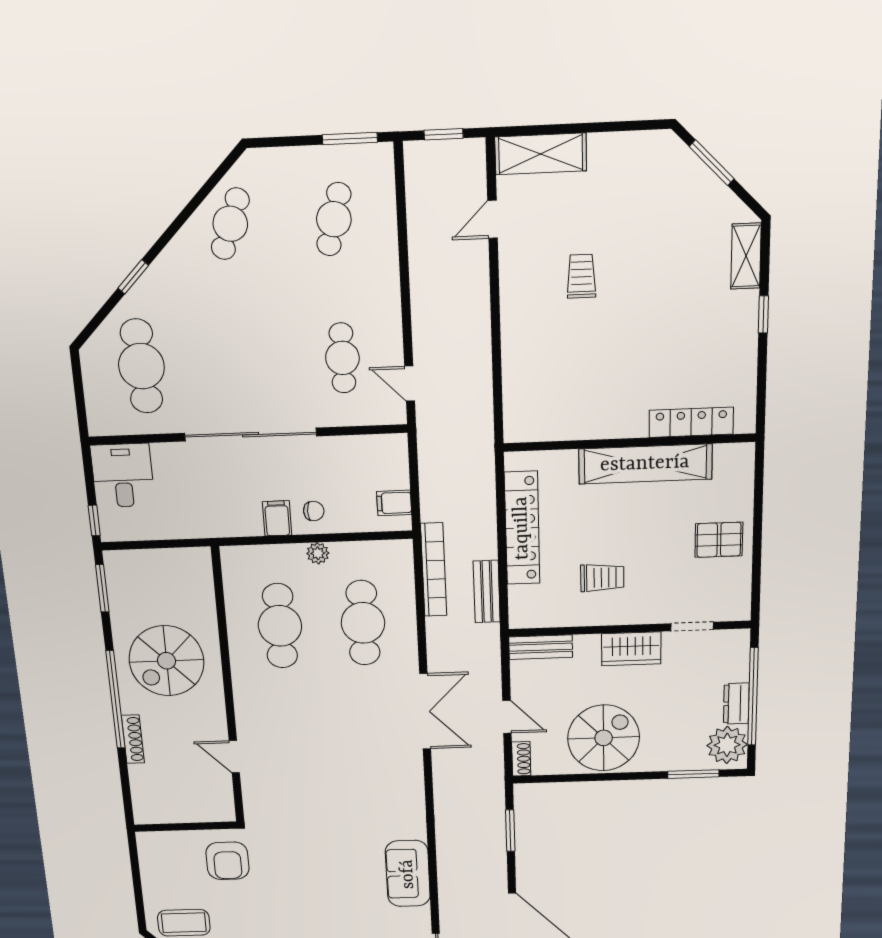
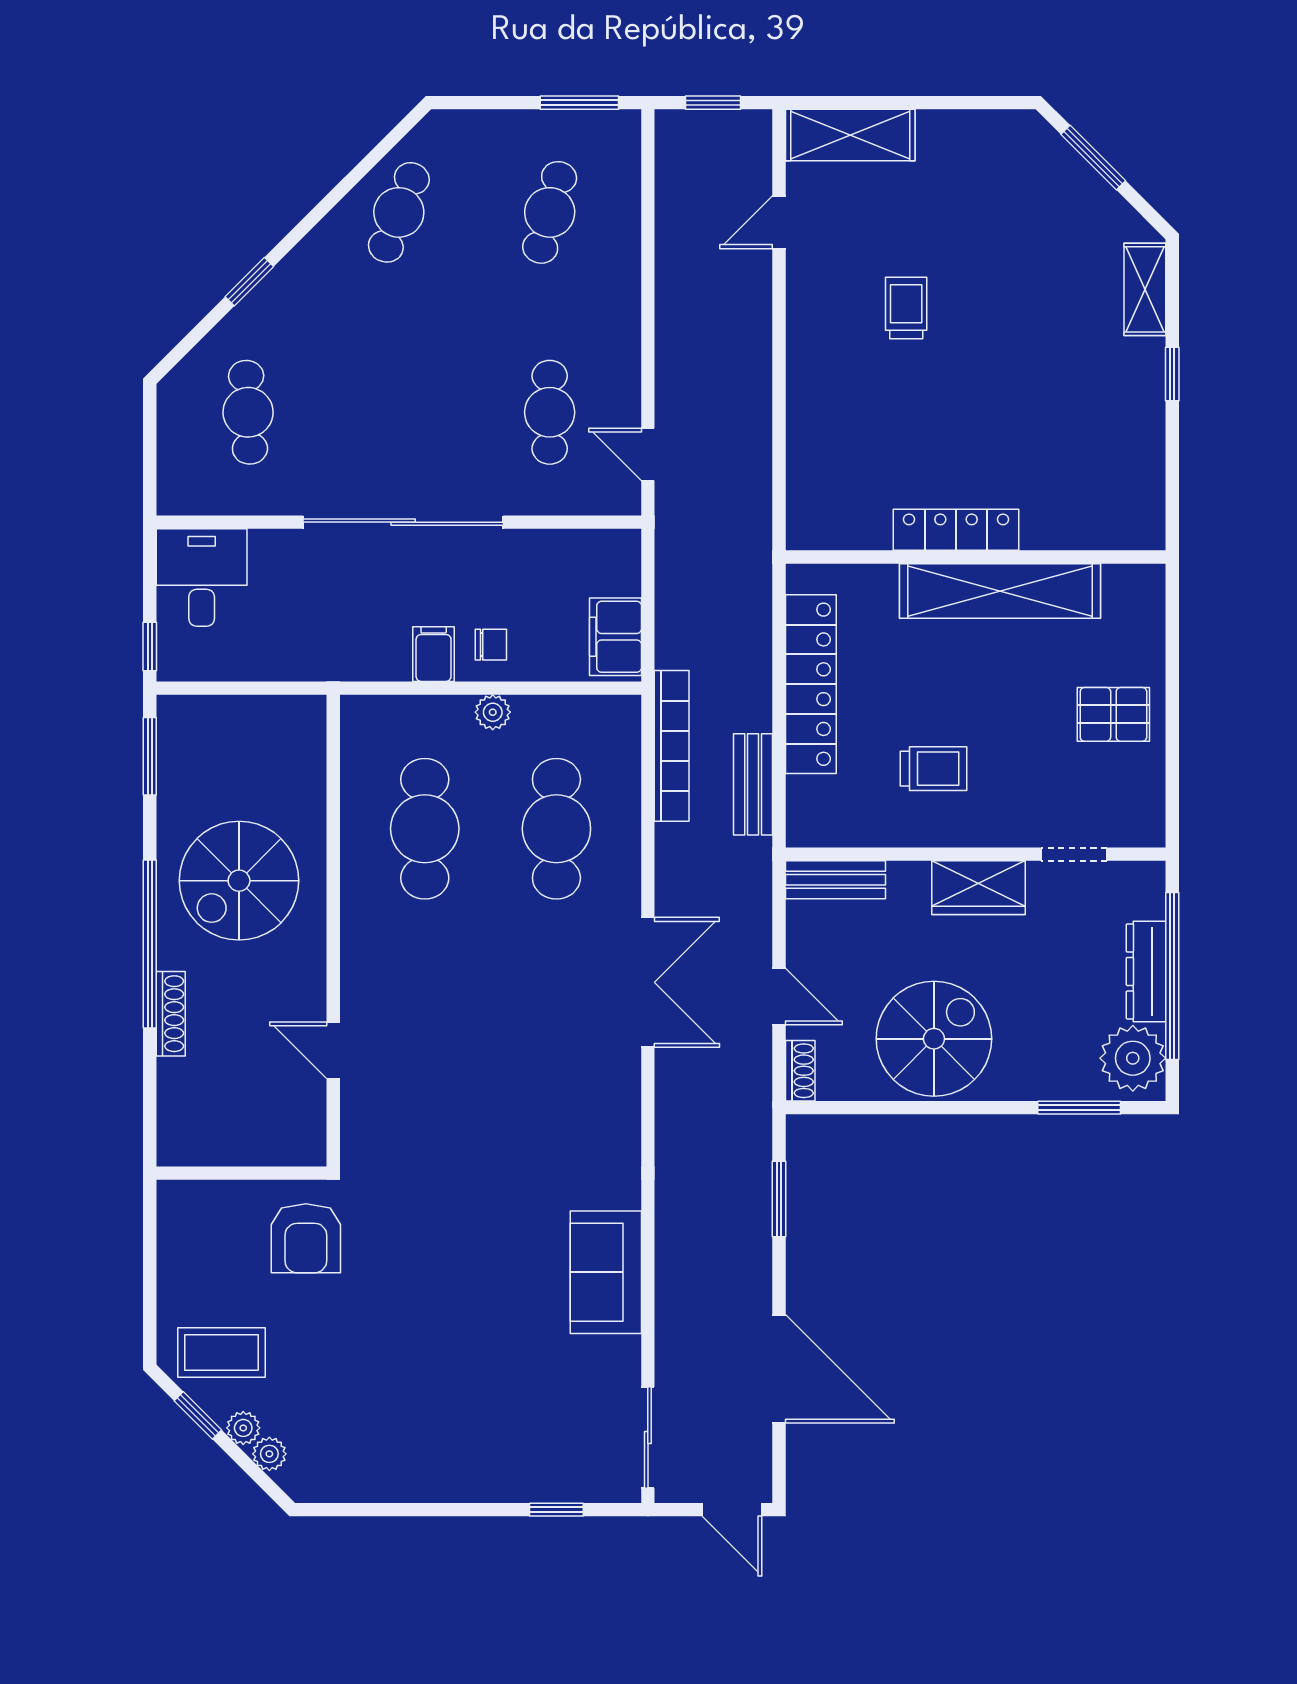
cafe table: (141, 366) -> (248, 412), width x0.73, depth x0.74
locker: (691, 422) -> (956, 530), moved
filing cabinet: (394, 503) -> (615, 637), width x2.00
dresser: (736, 704) -> (1146, 971), width x1.44

